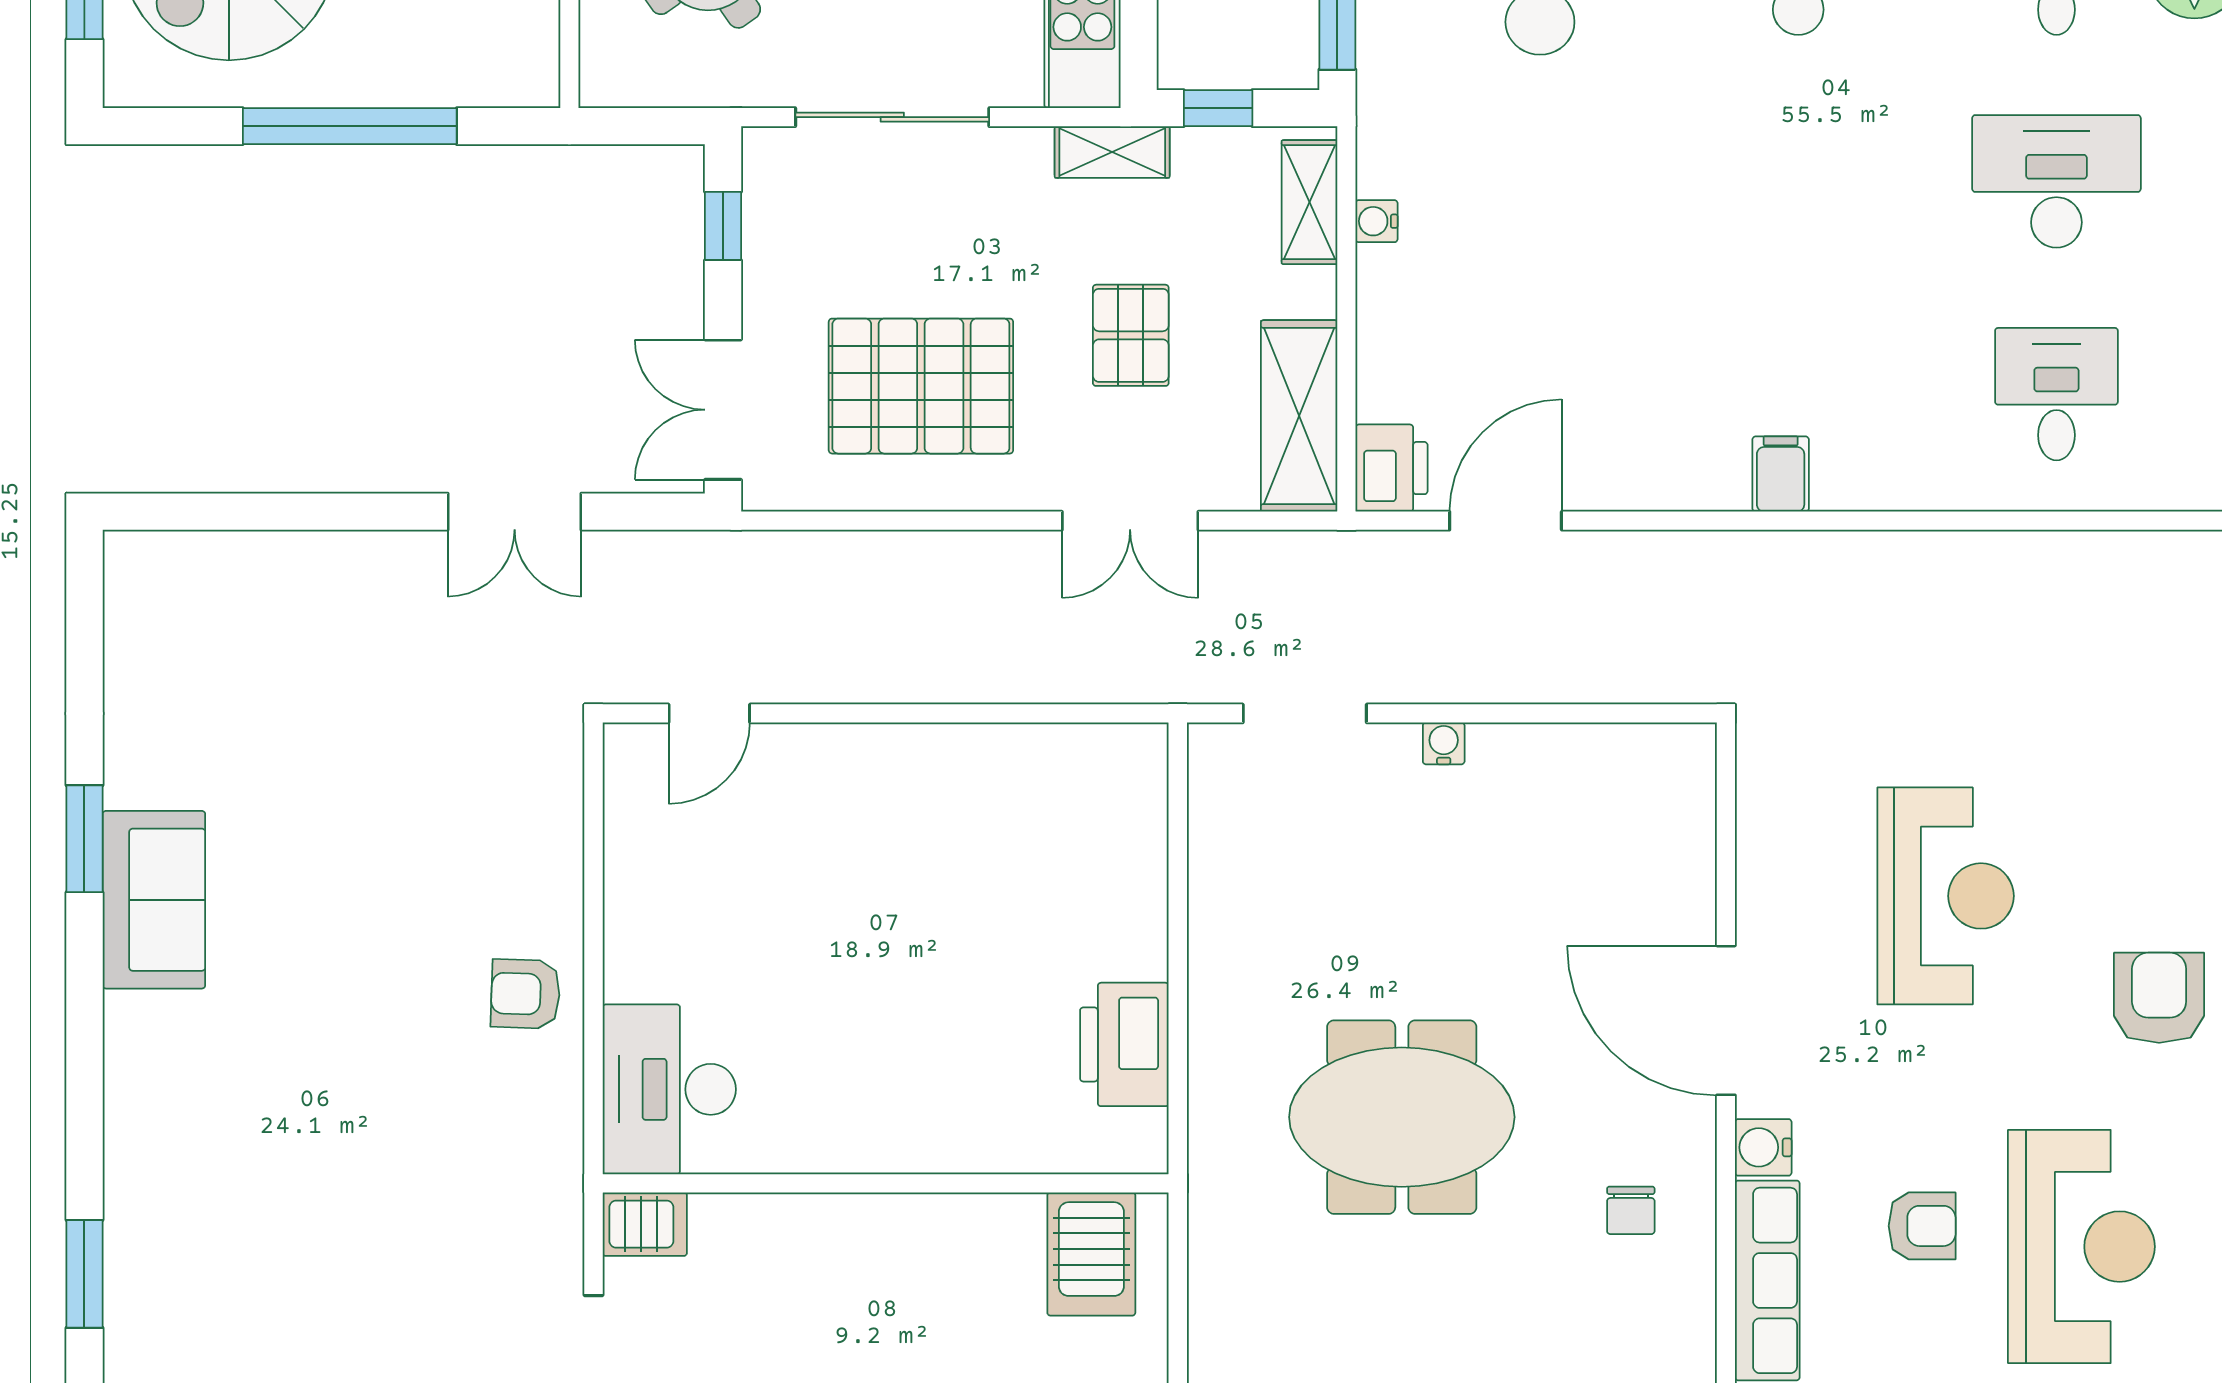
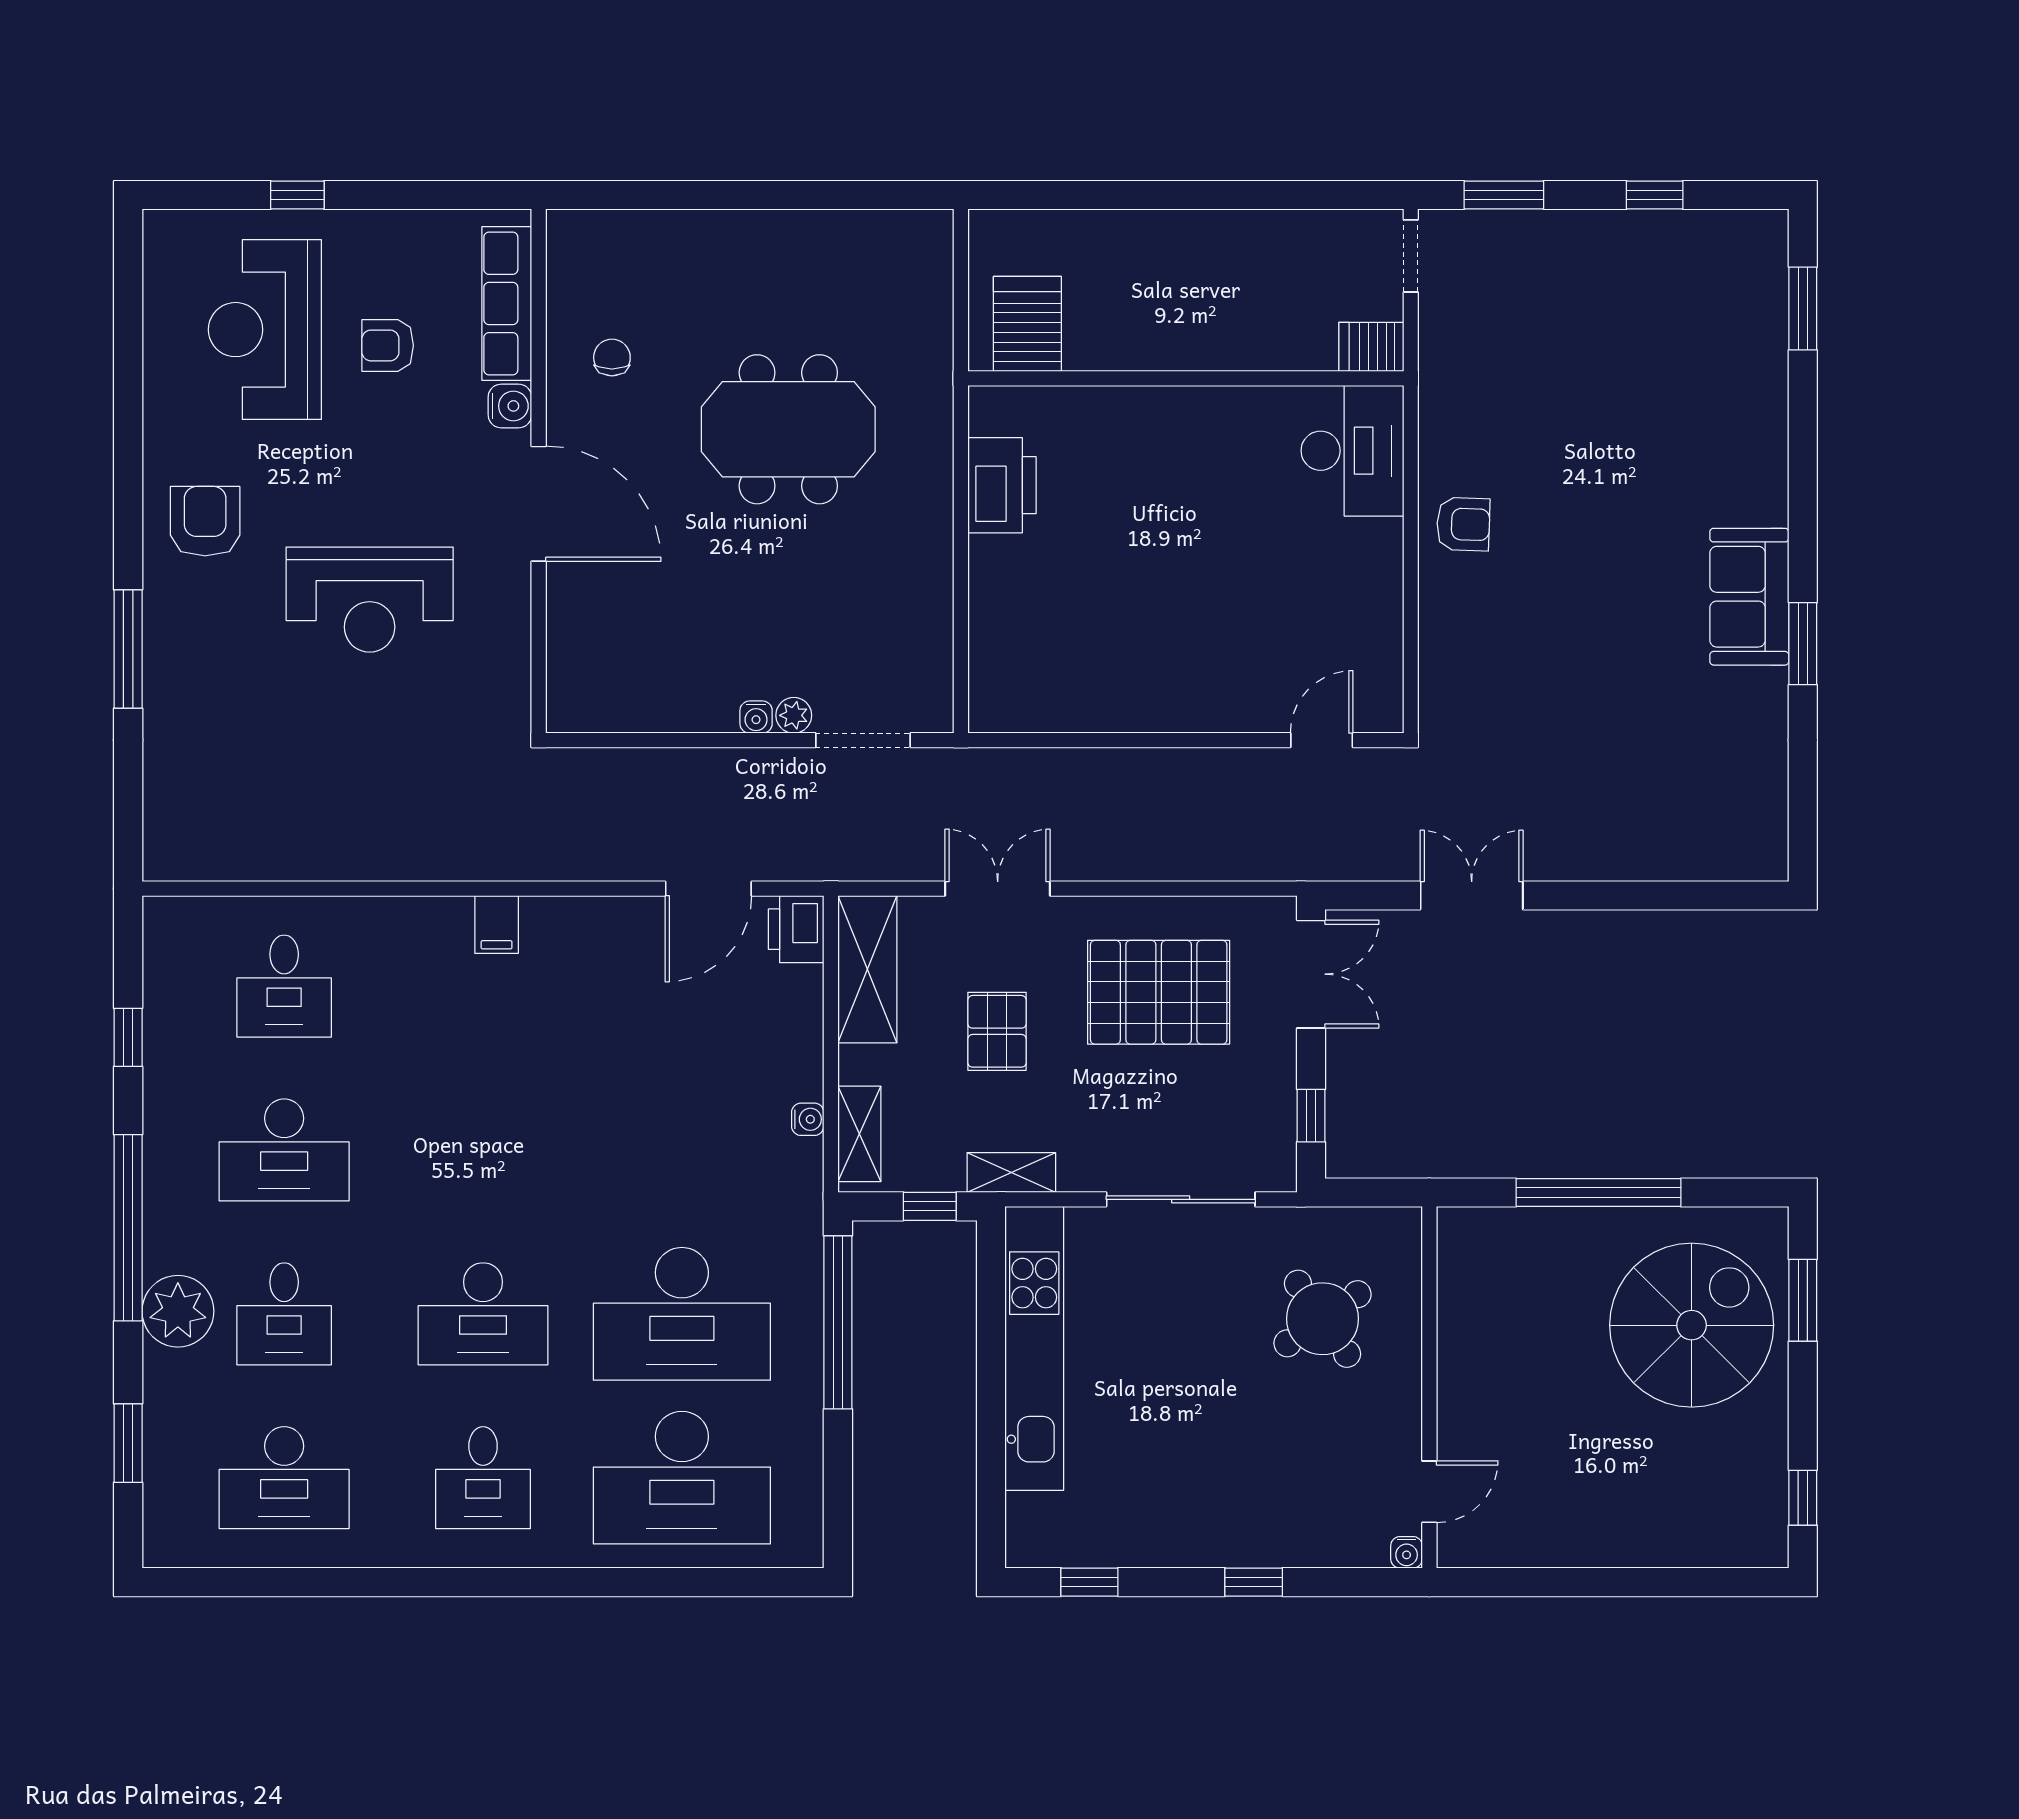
plant: (1395, 746) -> (794, 715), added
reception desk: (1946, 896) -> (370, 600), turned -90
armchair: (2159, 998) -> (205, 521), turned 180

